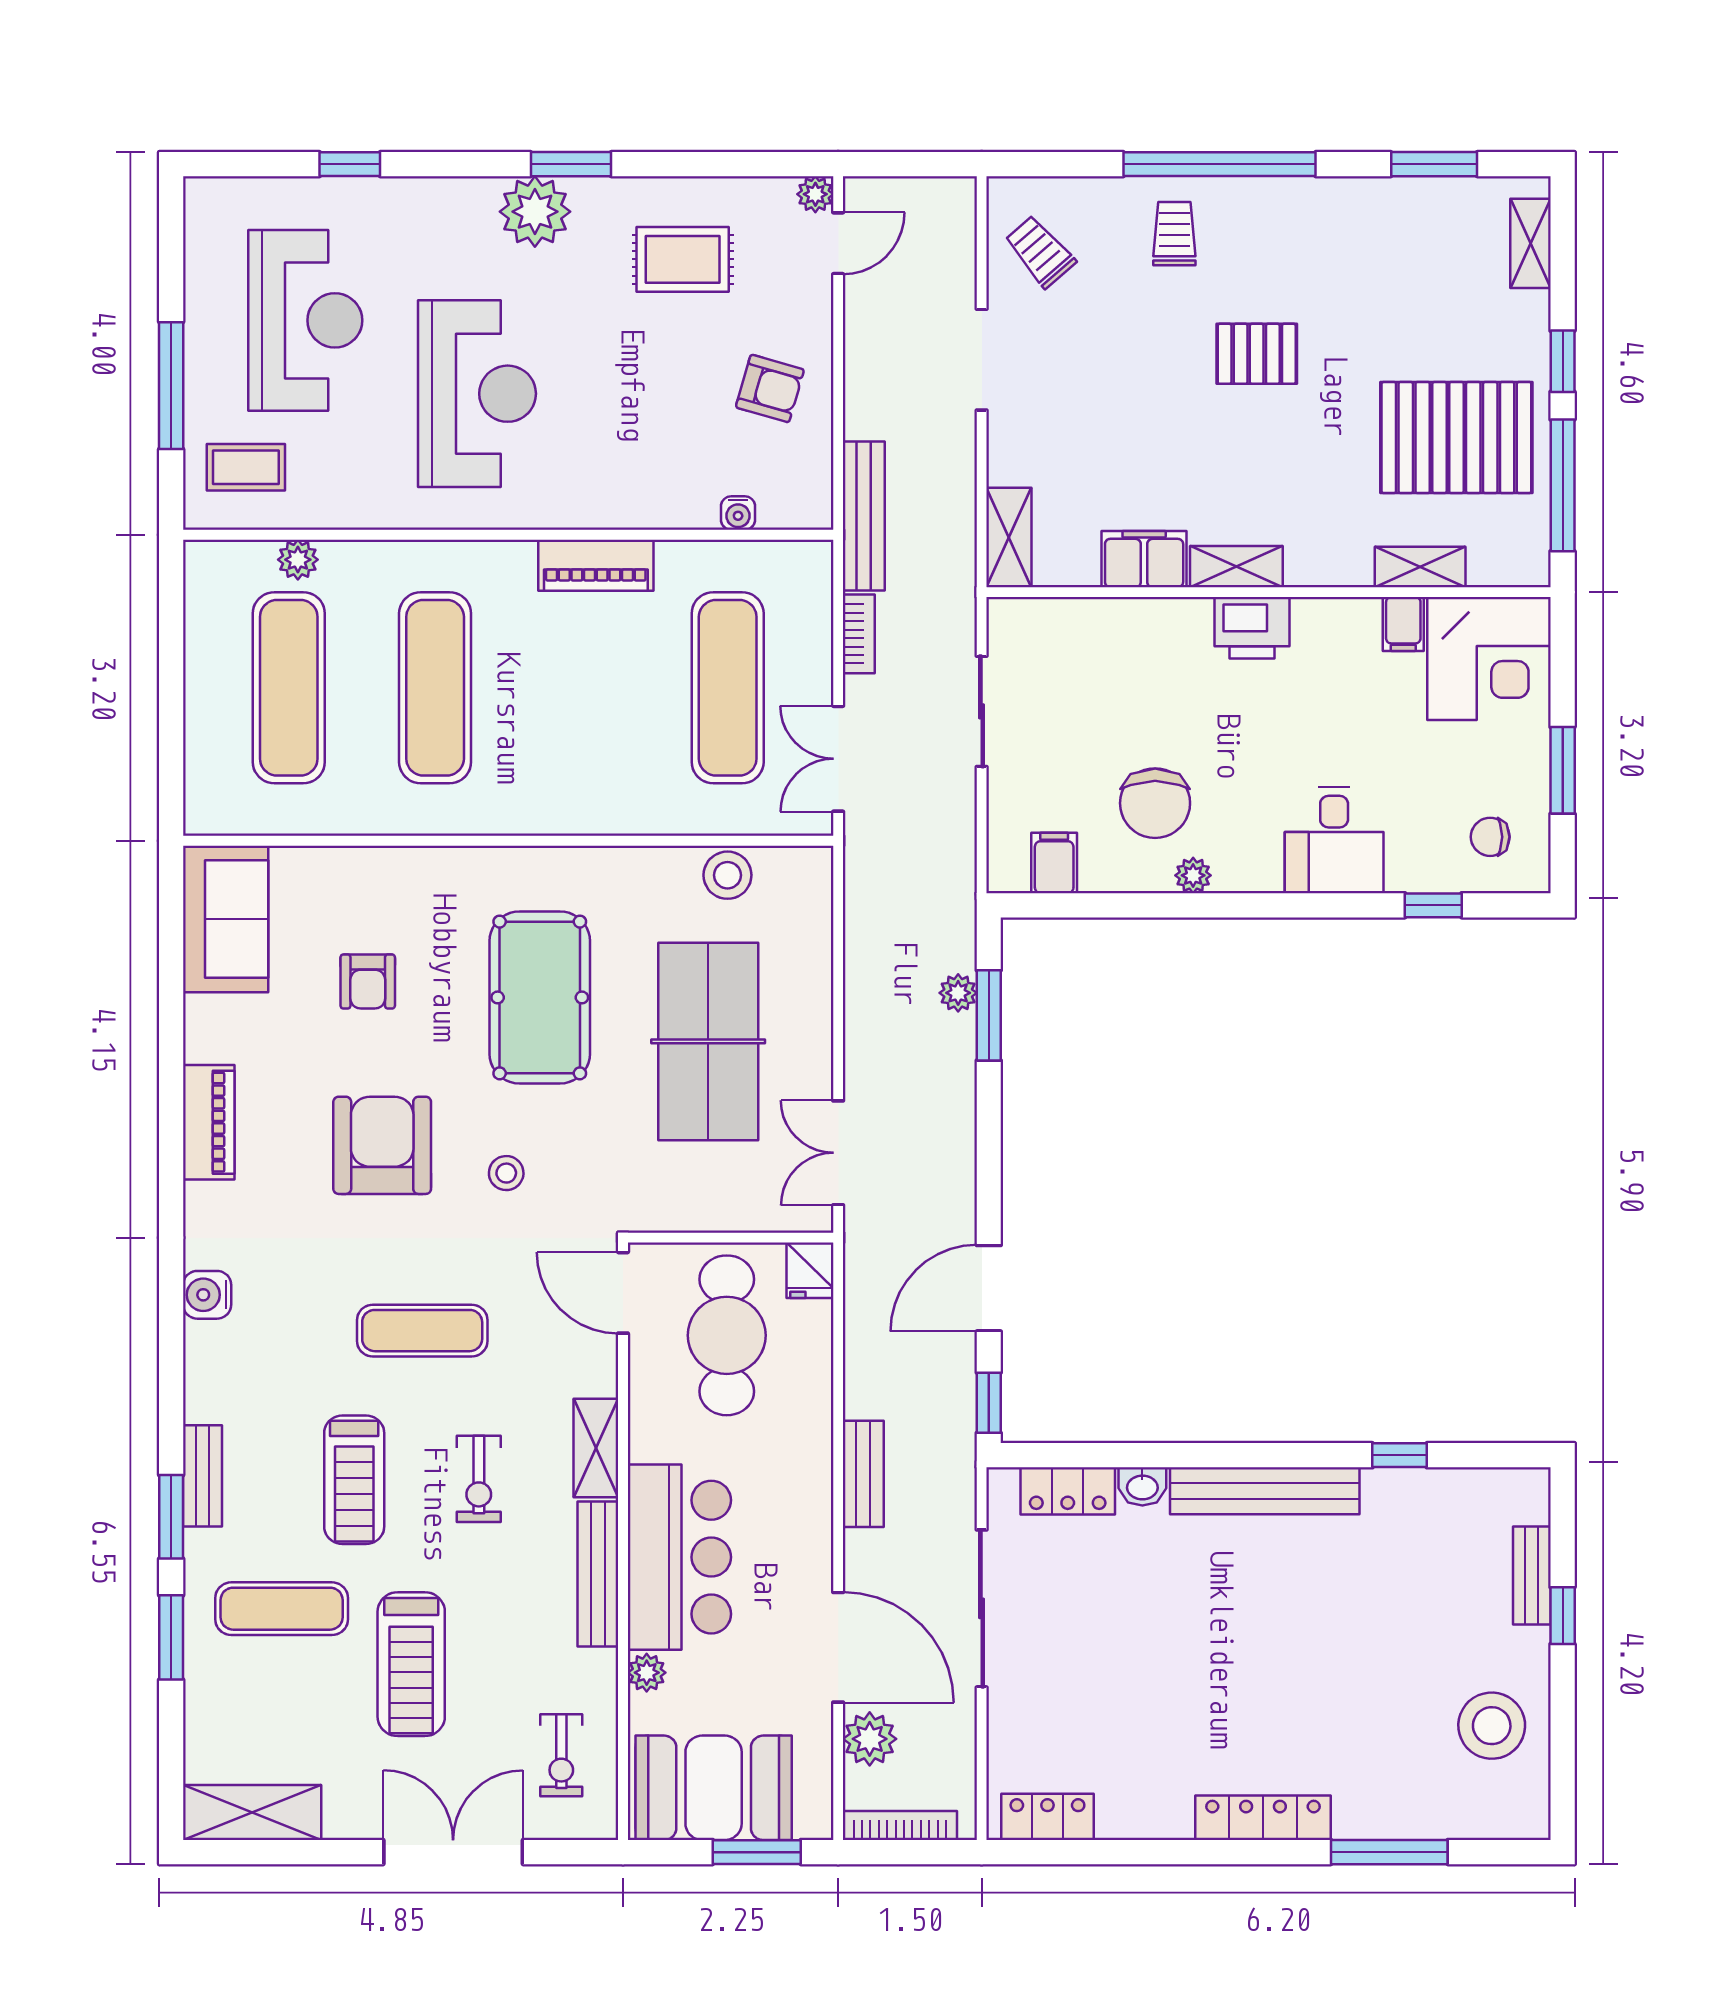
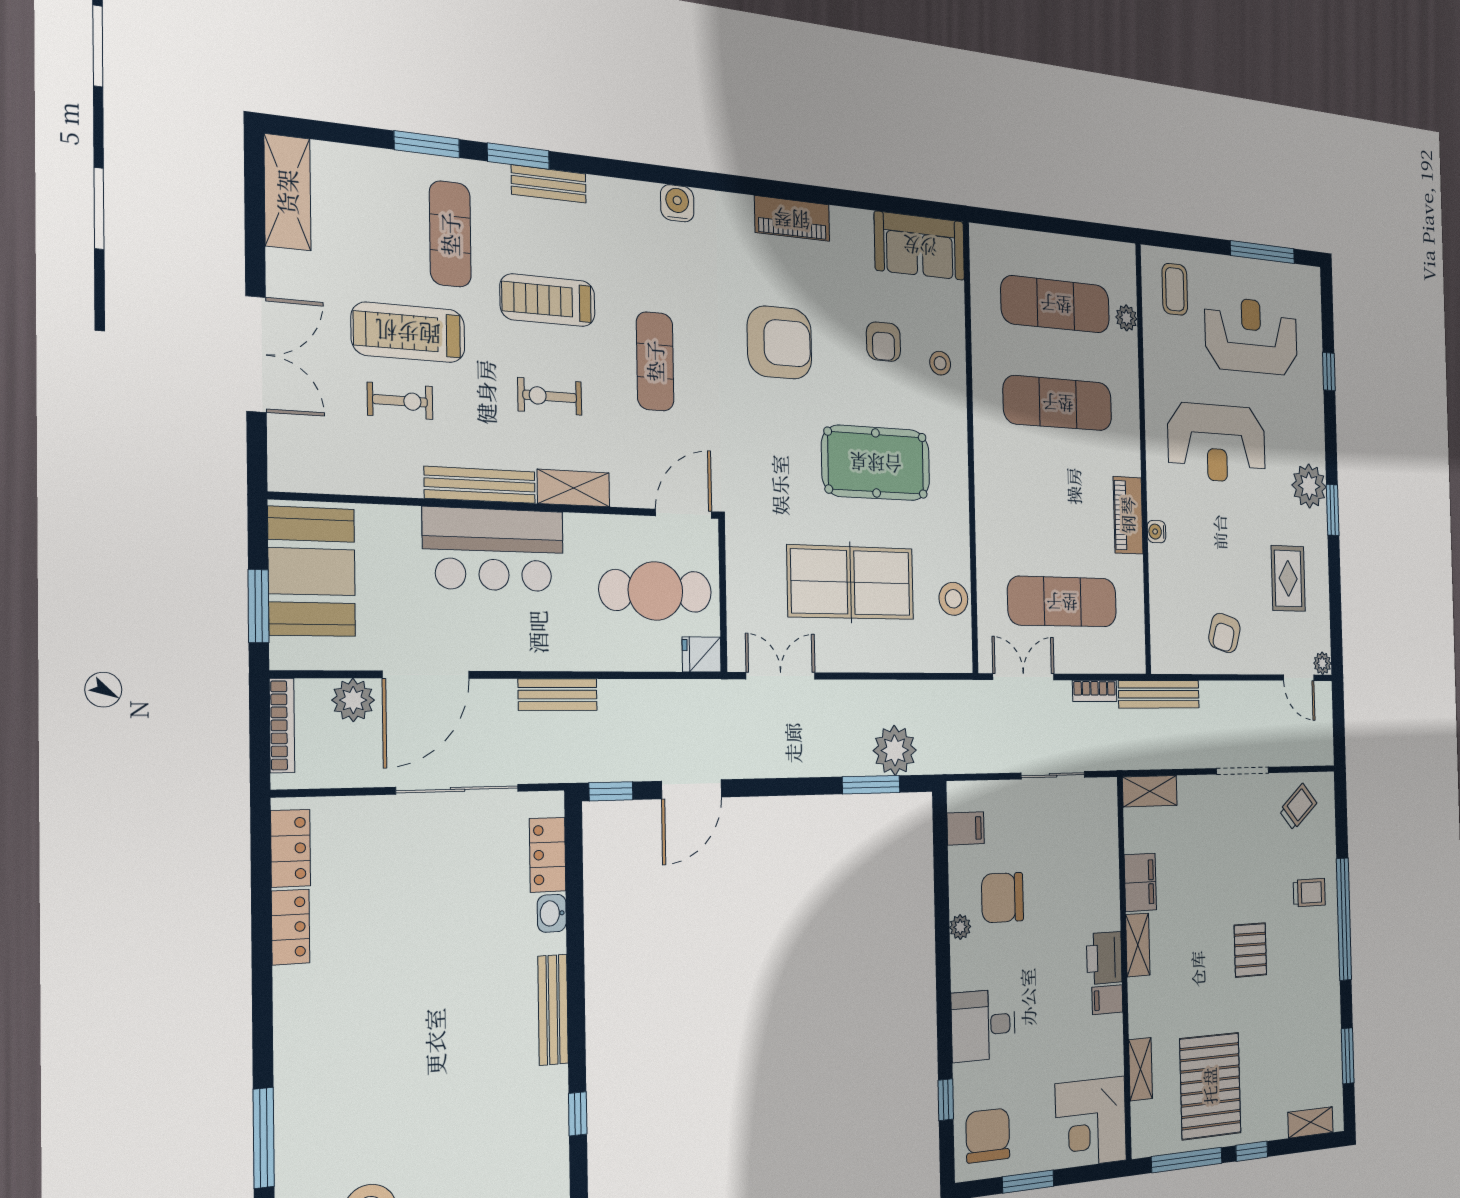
reception desk: (305, 320) -> (1251, 336), turned 180
window: (171, 386) -> (1262, 252), moved
water cooler: (738, 513) -> (1157, 532), moved
filing cabinet: (1403, 624) -> (1107, 1000), moved
chair: (1490, 837) -> (988, 1135), width x1.87, depth x1.87
armchair: (368, 981) -> (883, 342), turned -90
plant: (958, 993) -> (895, 750), width x1.87, depth x1.87
stool: (506, 1173) -> (940, 363), moved
door: (989, 1288) -> (692, 789), swing flipped
bench: (1265, 1491) -> (553, 1010), width x0.73, depth x0.82
plant: (647, 1673) -> (404, 520), removed
exercise bike: (561, 1755) -> (400, 401), moved, turned 180
locker: (1263, 1818) -> (291, 927), moved, width x0.66

